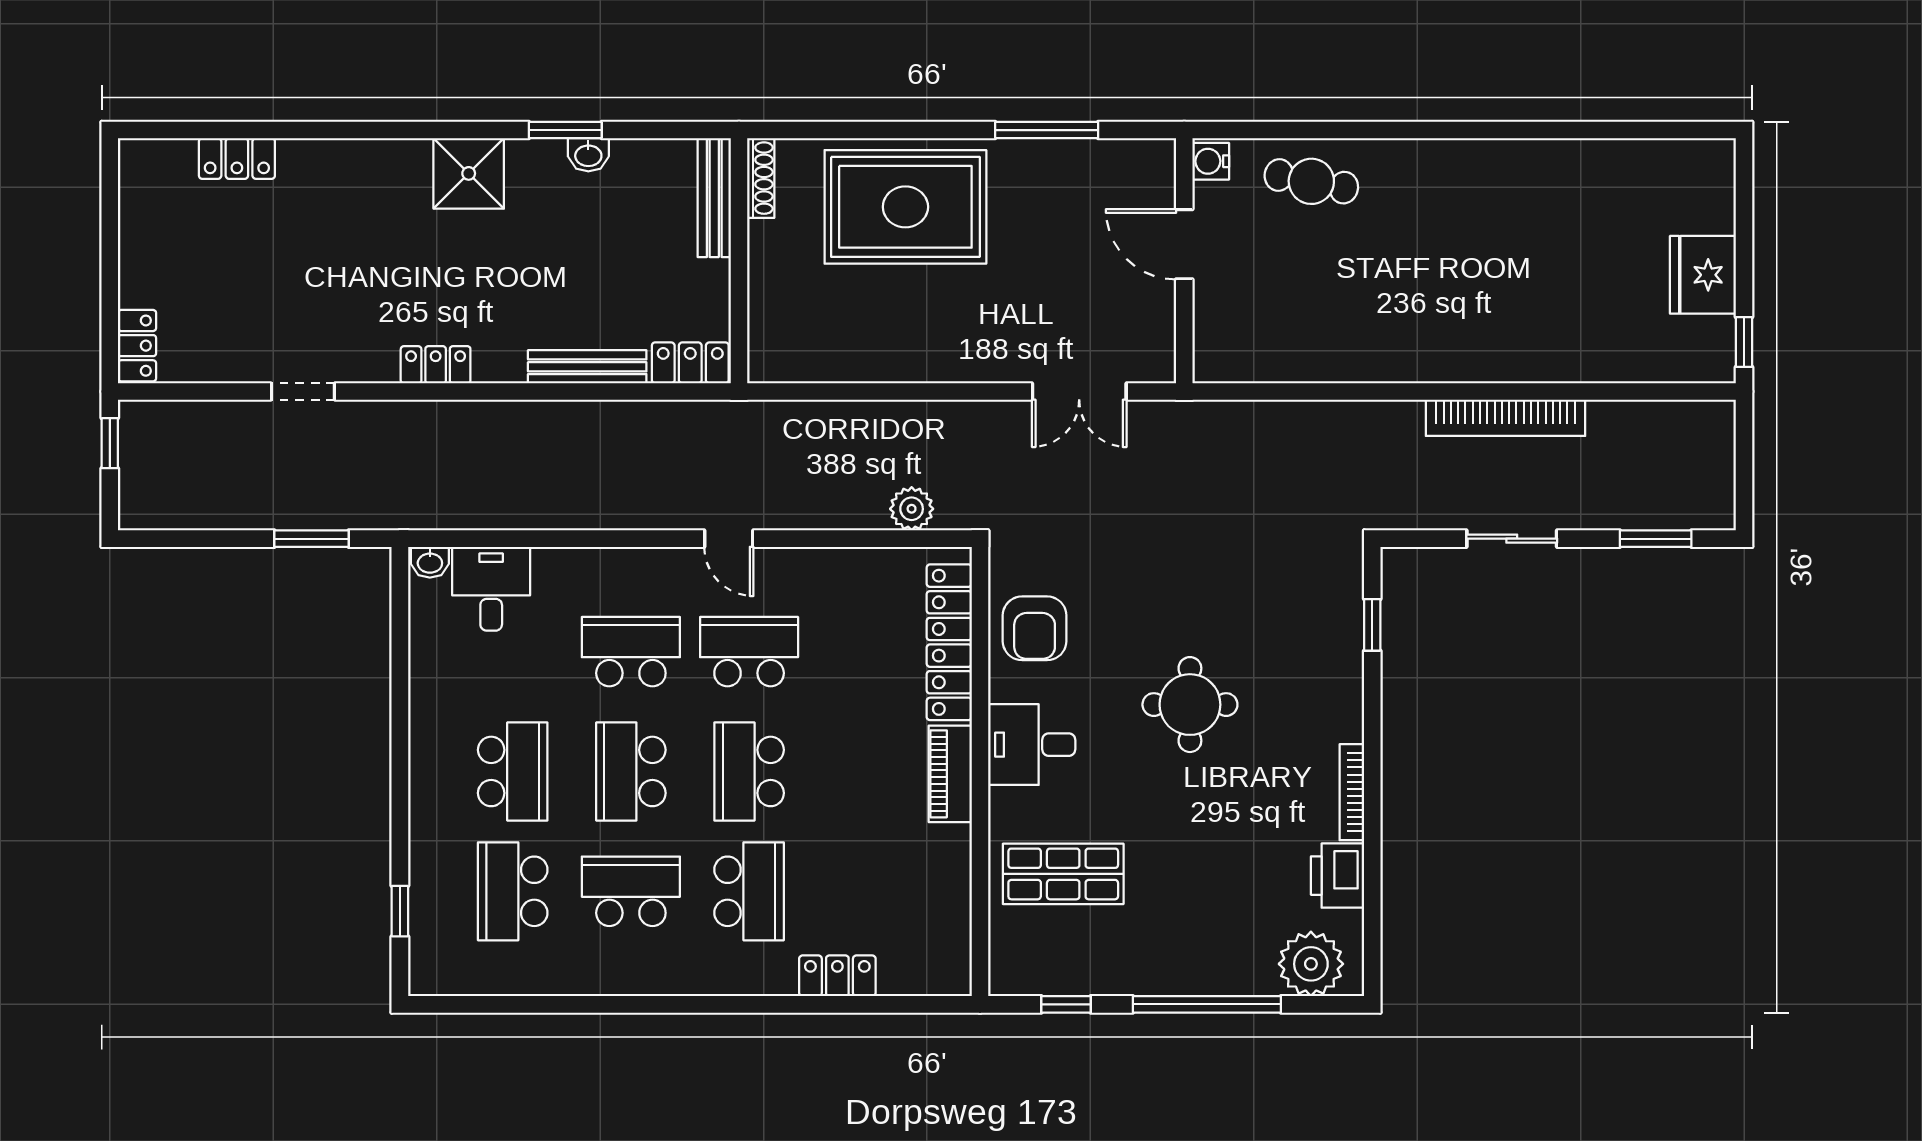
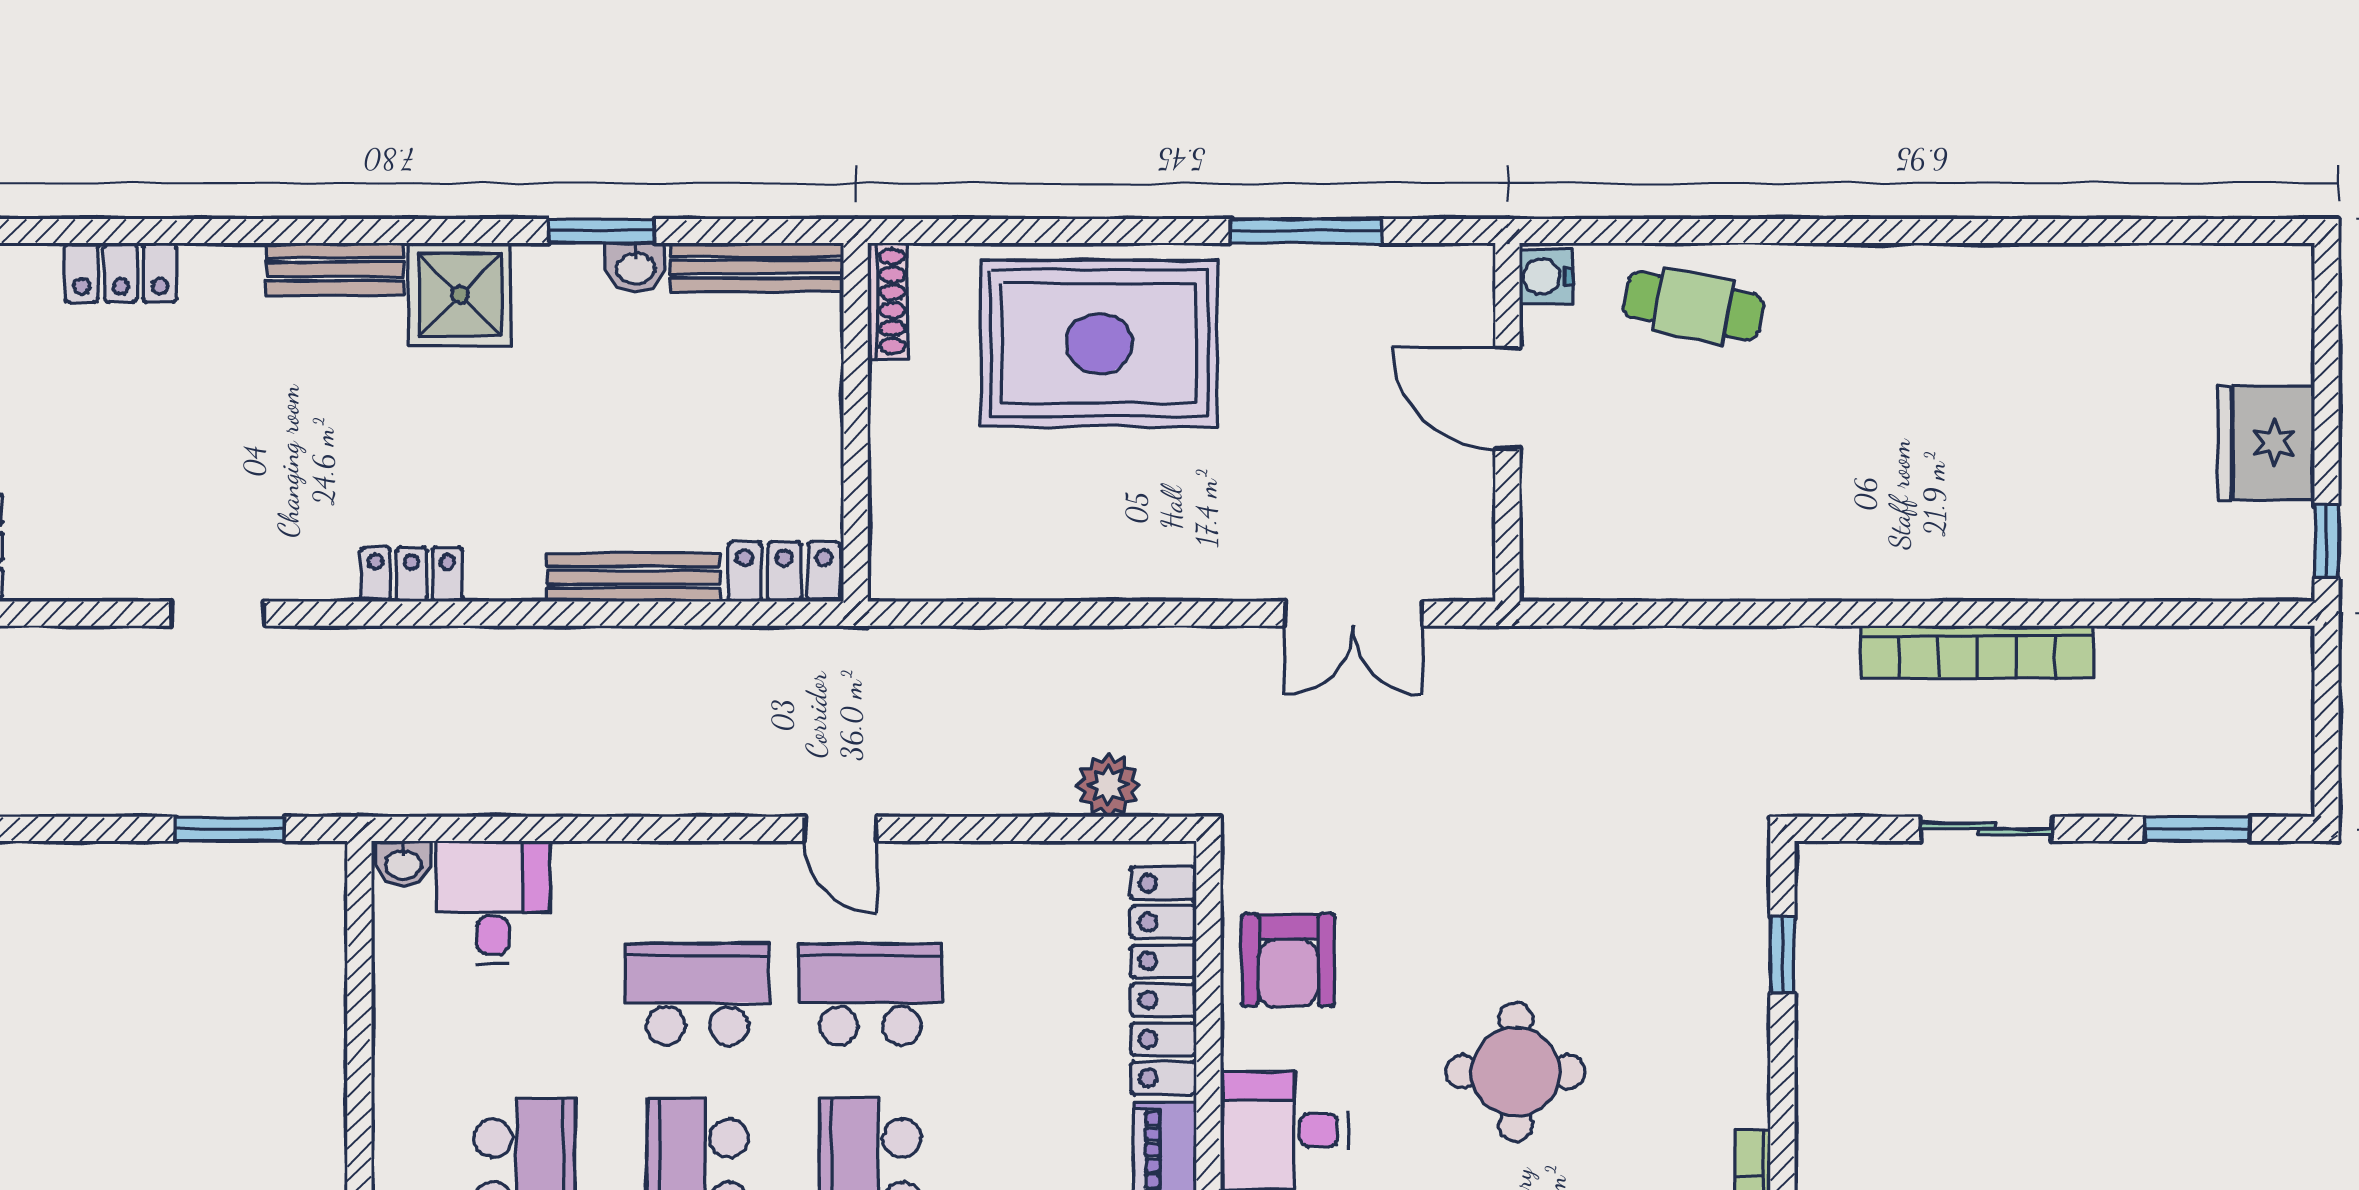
bench: (383, 156) -> (335, 269), added
bench: (714, 198) -> (757, 267), moved, turned 90

